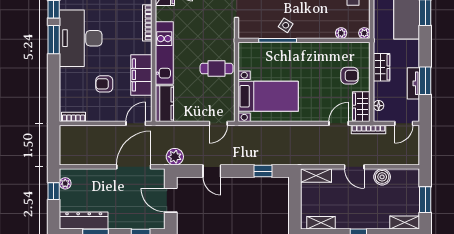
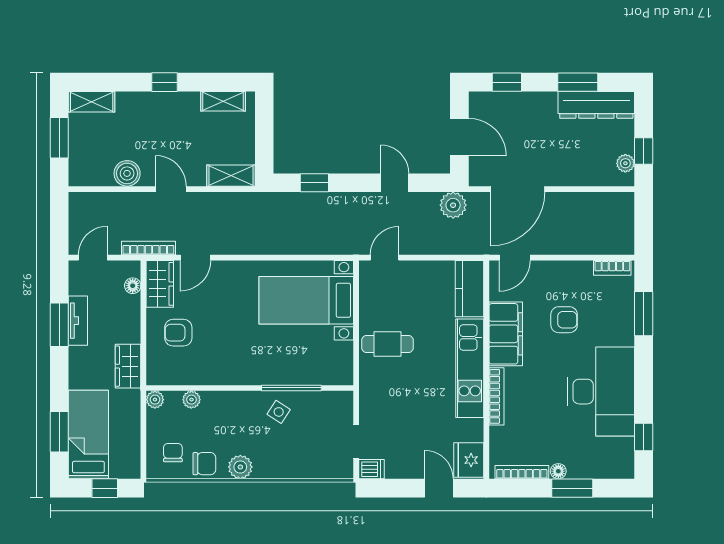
bookcase: (147, 23) -> (496, 396), moved
window: (54, 40) -> (644, 314), moved
wardrobe: (382, 67) -> (128, 366), moved

